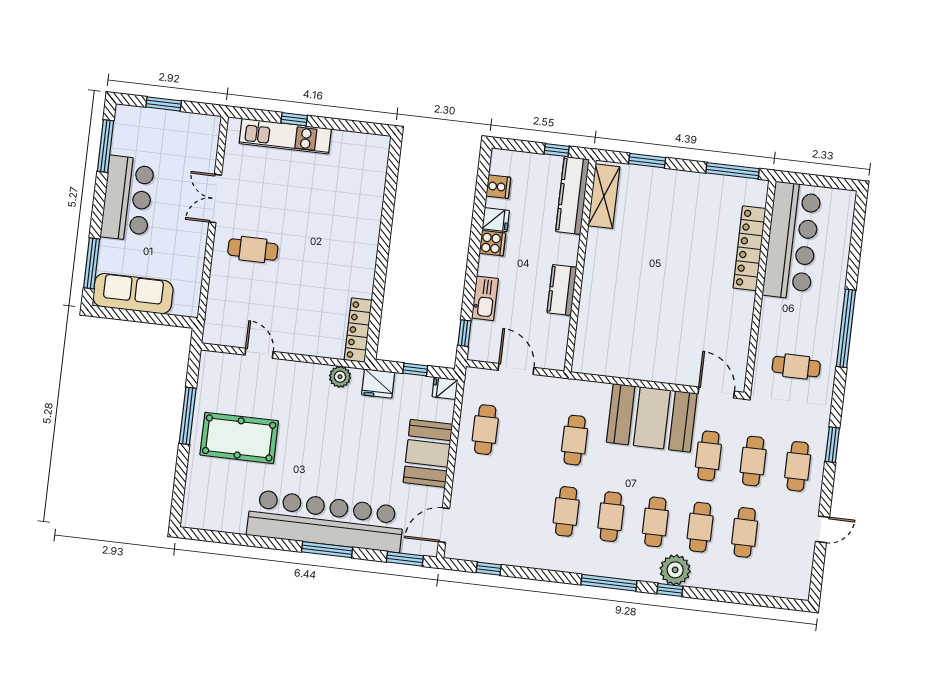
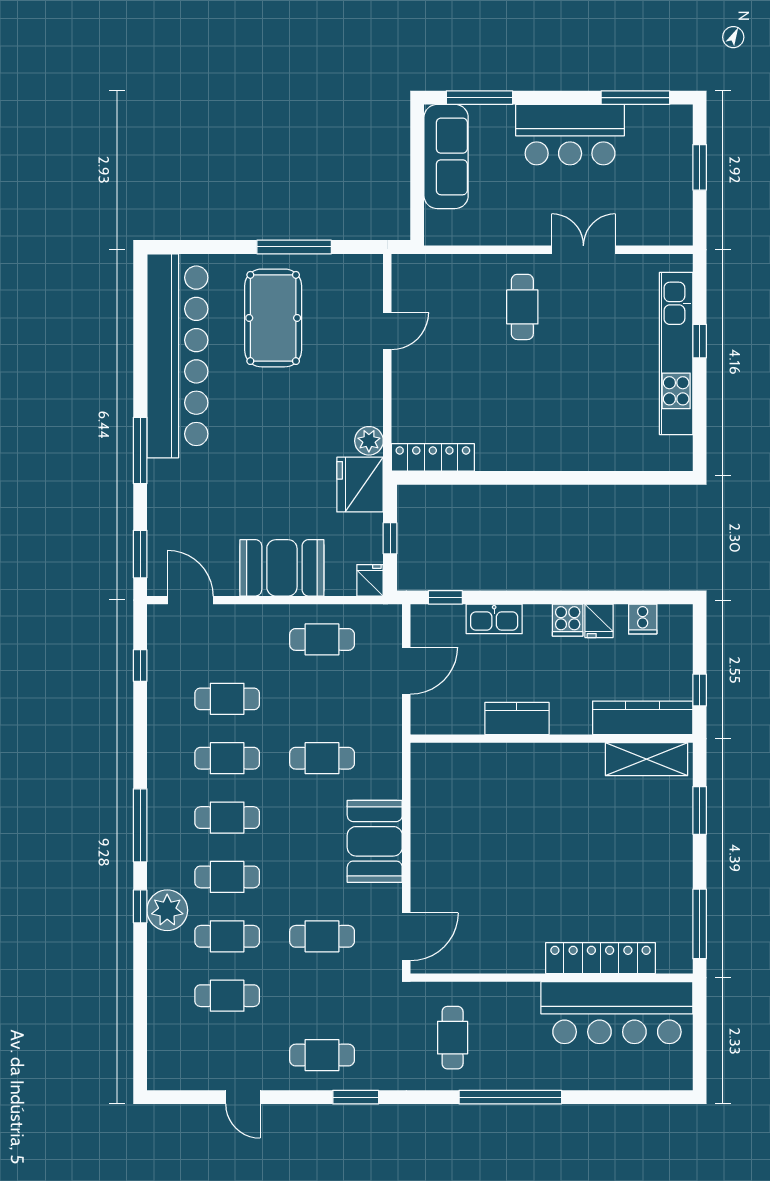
kitchen unit: (285, 136) -> (676, 354), width x1.36
fridge: (378, 384) -> (360, 485), width x1.36, depth x1.34
booth: (652, 418) -> (375, 841), width x0.73, depth x0.70
cafe table: (753, 461) -> (227, 699), moved
bar counter: (325, 521) -> (177, 356), moved

